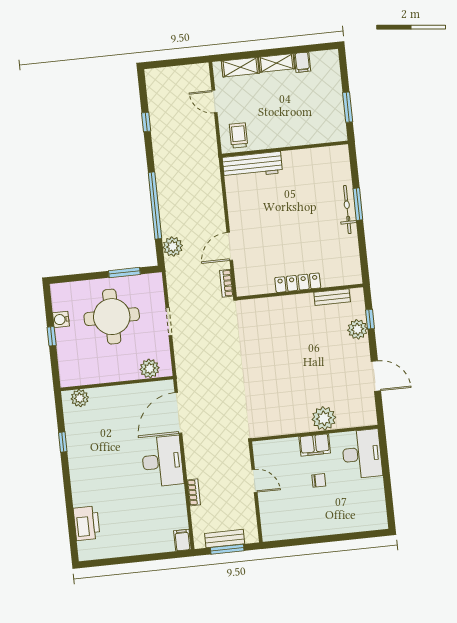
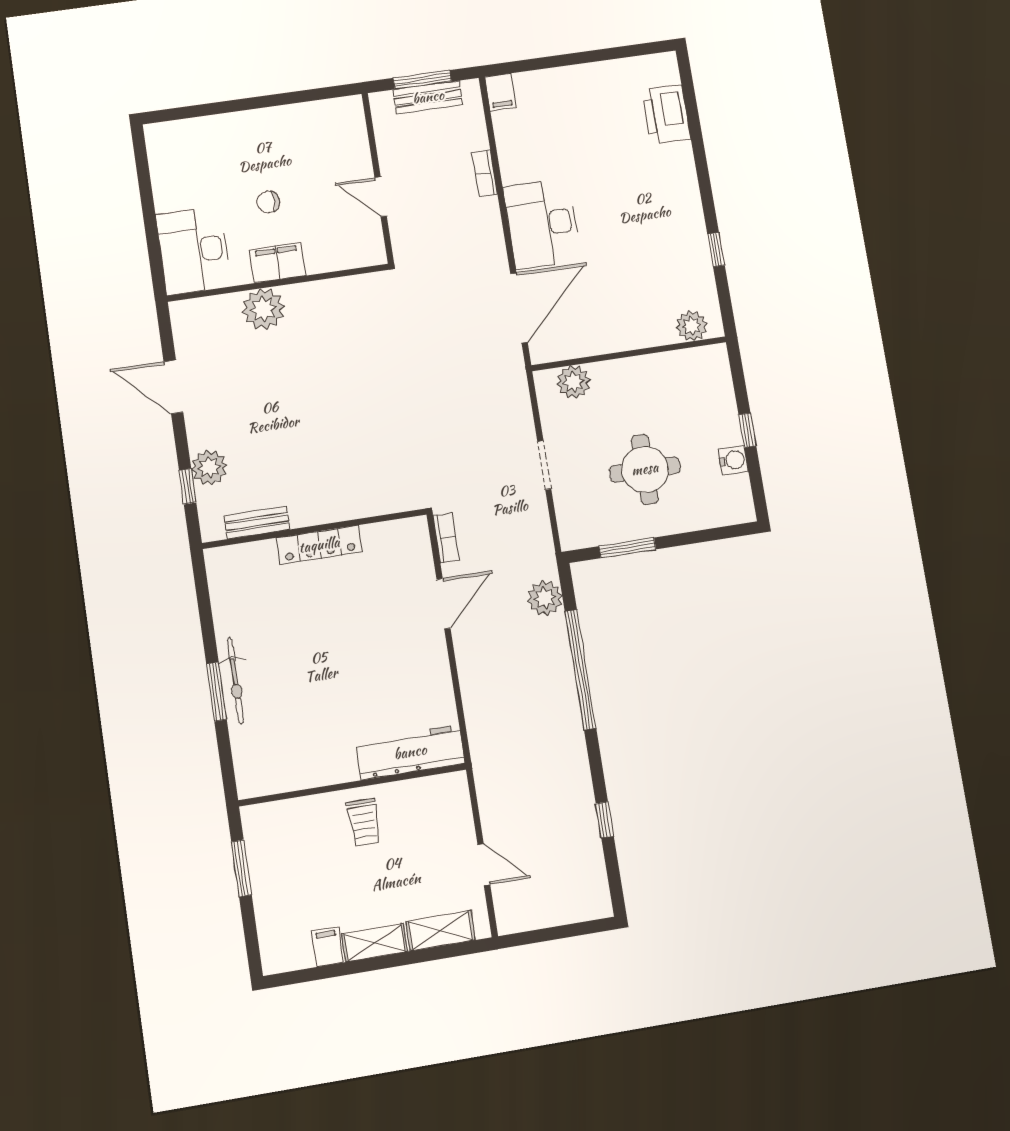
trolley: (239, 135) -> (364, 822), moved
round table: (112, 317) -> (645, 469), width x0.73, depth x0.73

